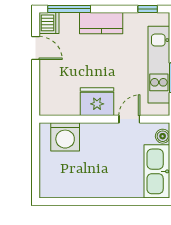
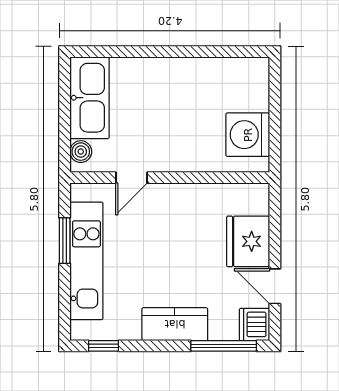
fridge: (97, 102) -> (248, 241), moved, turned 90
washing machine: (65, 137) -> (248, 135), moved, turned -90

